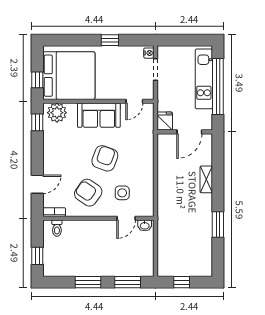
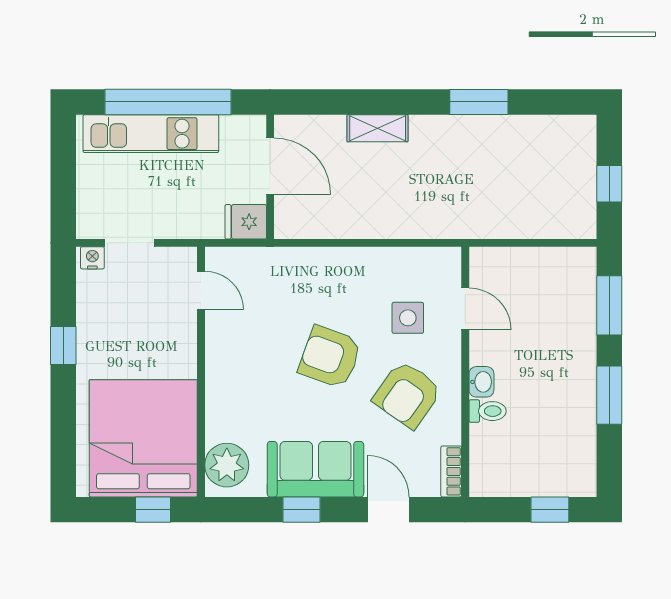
sofa: (99, 115) -> (315, 469), moved, turned -90
window: (37, 122) -> (302, 510), moved
washbasin: (145, 225) -> (481, 382), moved
toilet: (57, 228) -> (488, 411), moved

